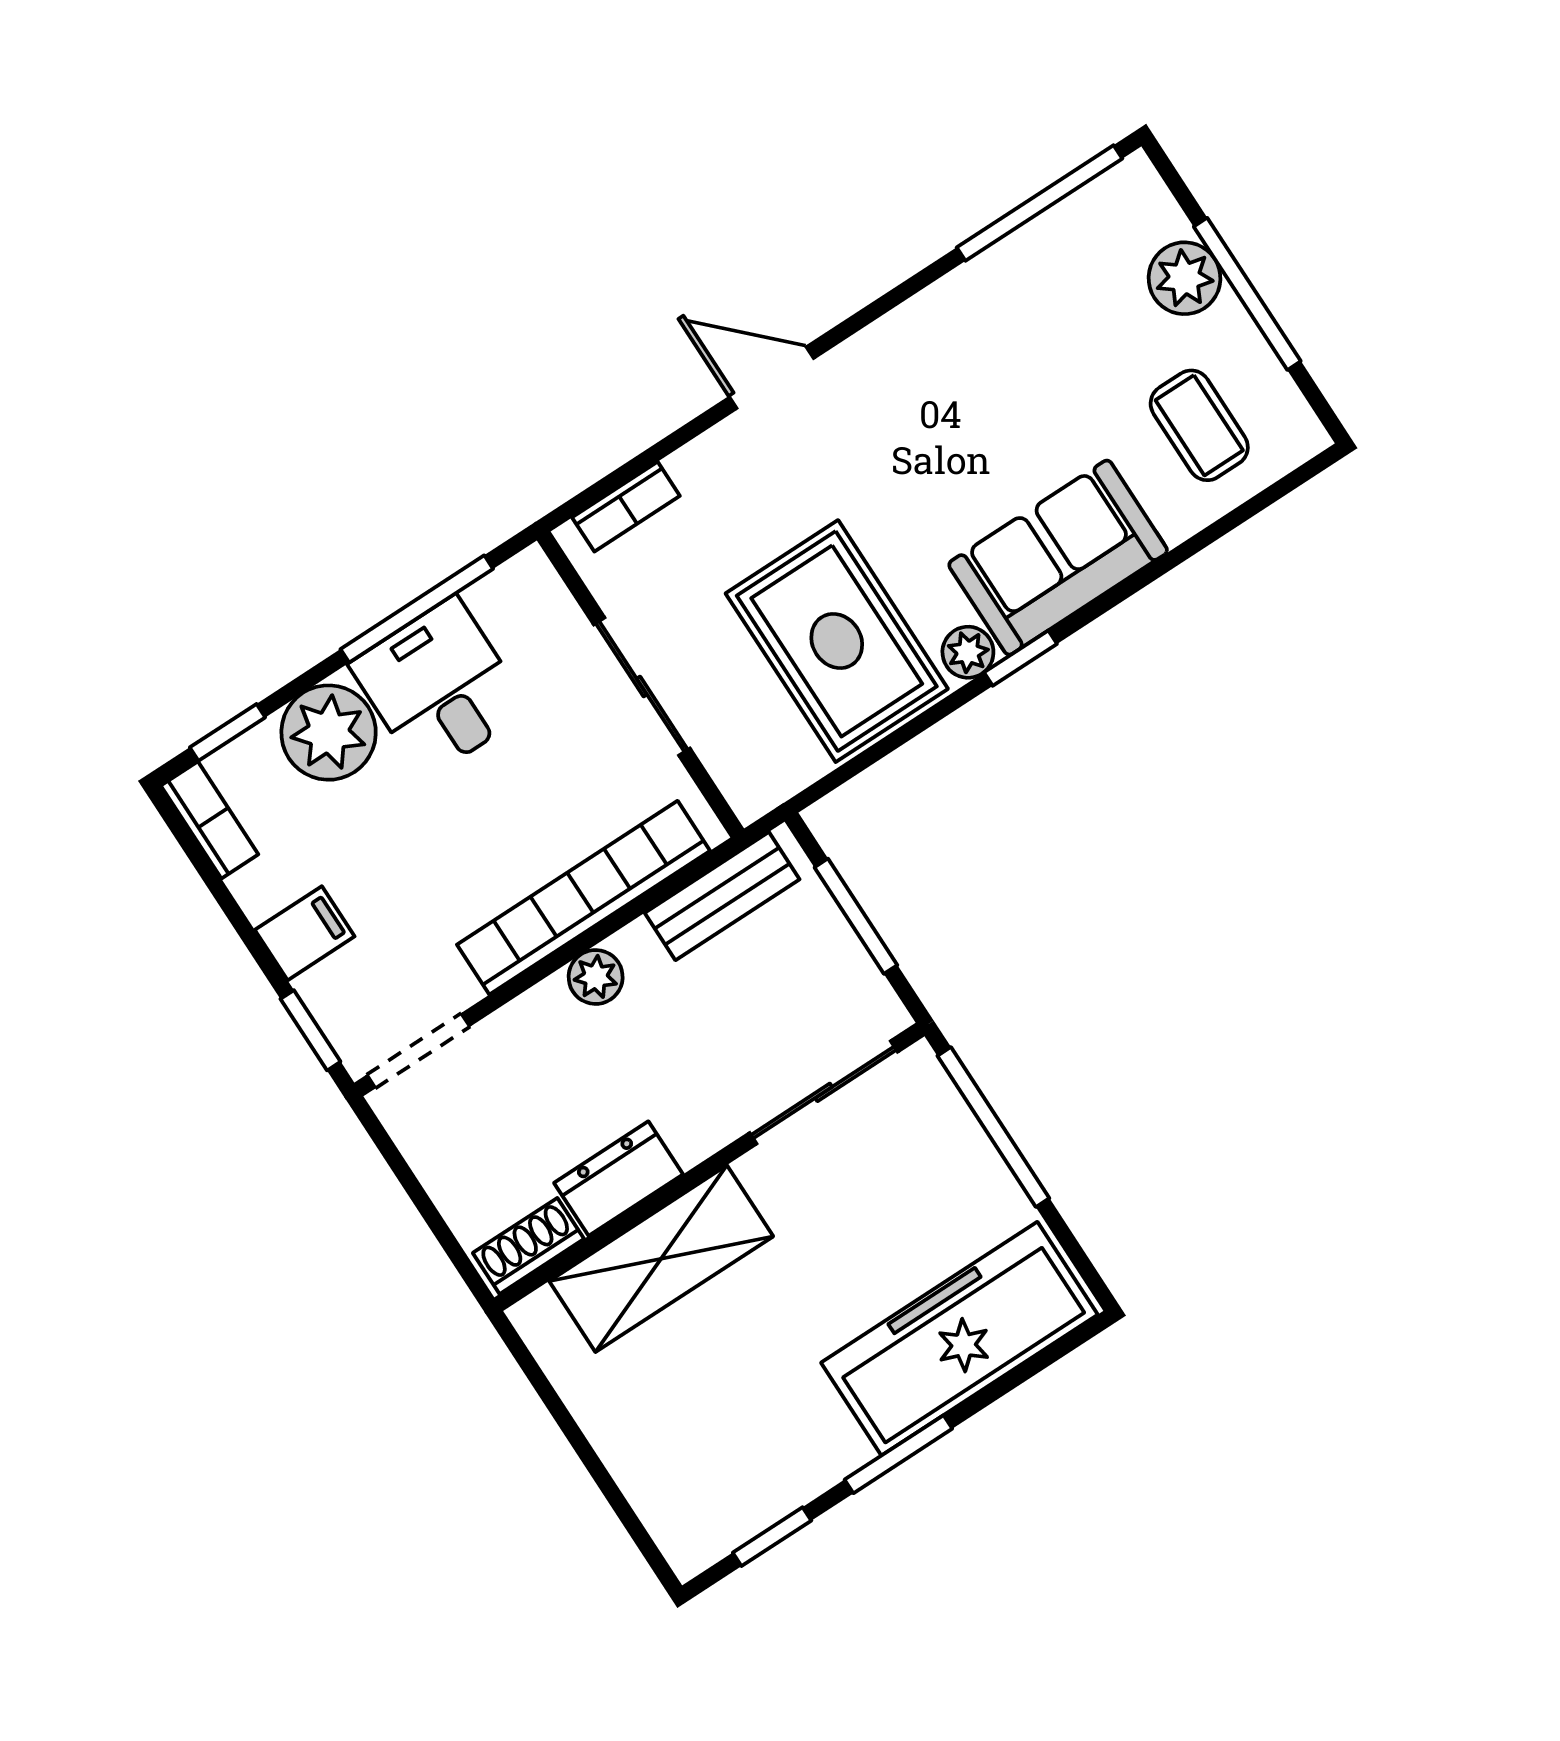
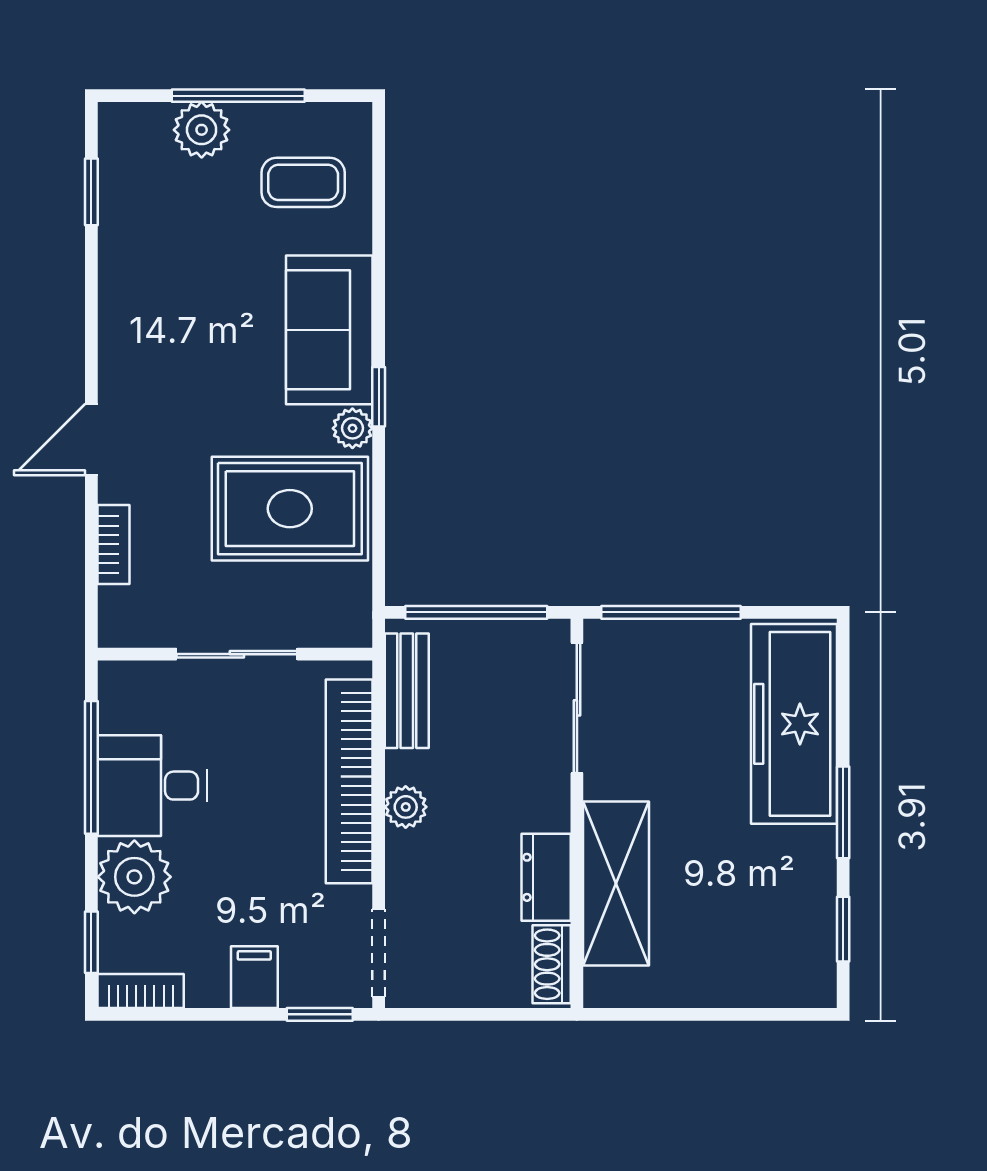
window: (1040, 203) -> (91, 192), width x0.46
bookcase: (626, 507) -> (114, 544), moved
window: (856, 916) -> (476, 612), width x1.44

